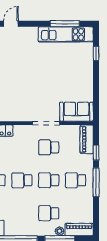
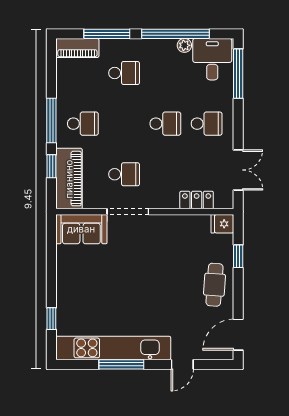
window: (65, 24) -> (121, 364), moved
kitchen unit: (66, 34) -> (113, 348), width x1.36
piano: (87, 139) -> (69, 179), width x1.37, depth x1.33
school desk: (49, 180) -> (124, 124), removed
plant: (60, 231) -> (184, 45), moved

